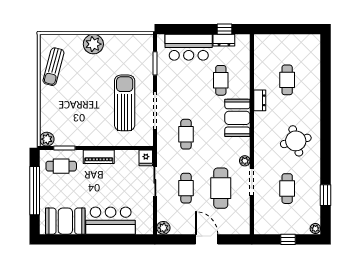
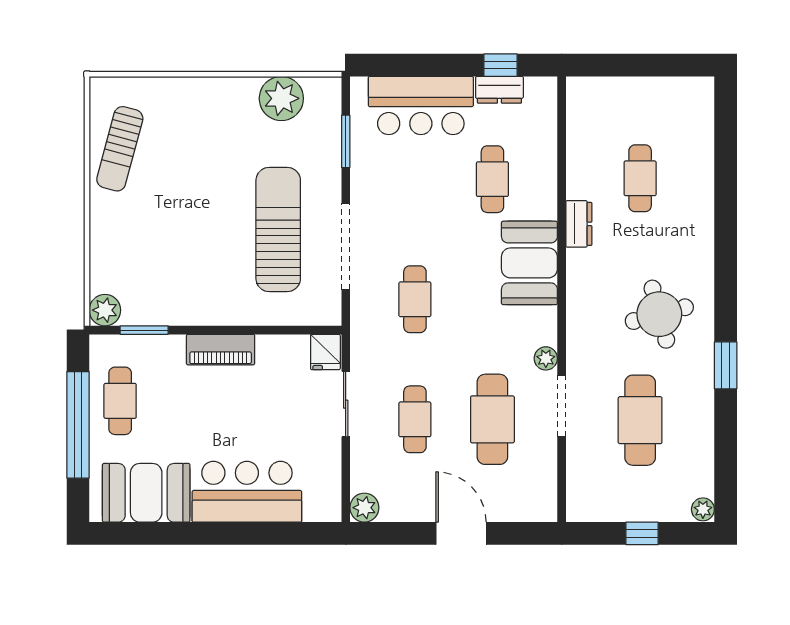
plant: (93, 44) -> (281, 98), moved
cafe table: (61, 166) -> (120, 401), moved, turned 90
cafe table: (287, 189) -> (640, 420), width x1.37, depth x1.35
window: (326, 195) -> (726, 365), moved

